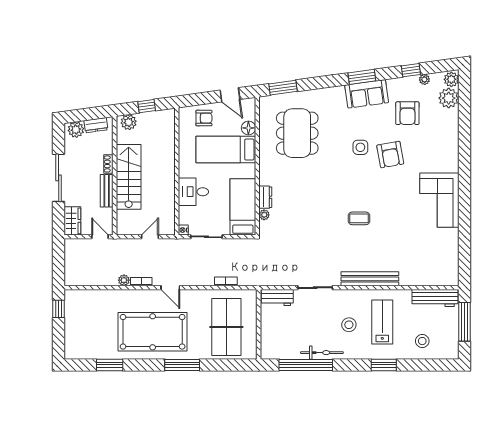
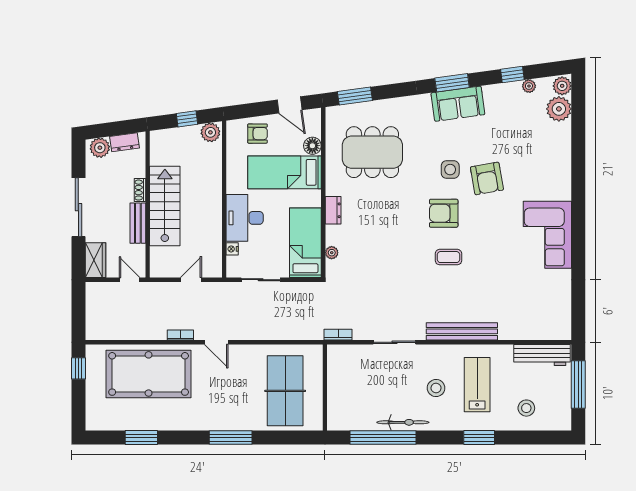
armchair: (407, 113) -> (444, 213), moved, turned 90
plant: (129, 122) -> (210, 132), moved
dining table: (297, 133) -> (372, 152), turned 90
desk: (193, 192) -> (245, 218), width x1.37
dresser: (265, 197) -> (333, 210), moved
nightstand: (183, 230) -> (232, 249), moved
plant: (124, 280) -> (159, 333), removed
bookcase: (226, 281) -> (338, 335), moved
workbench: (277, 297) -> (348, 354), removed
pool table: (153, 332) -> (149, 374), moved

